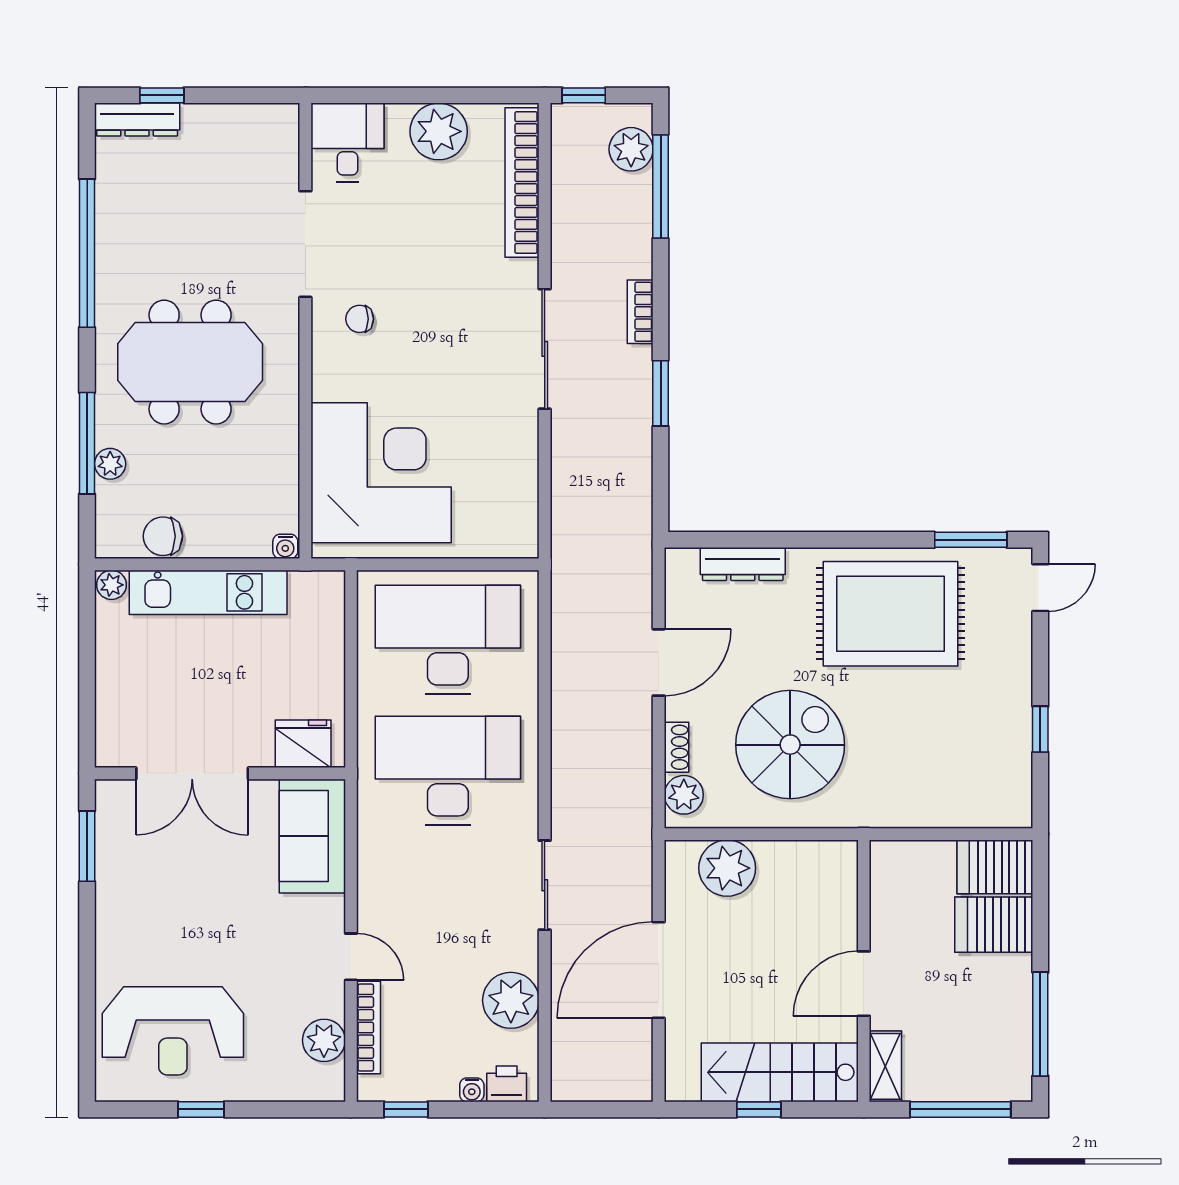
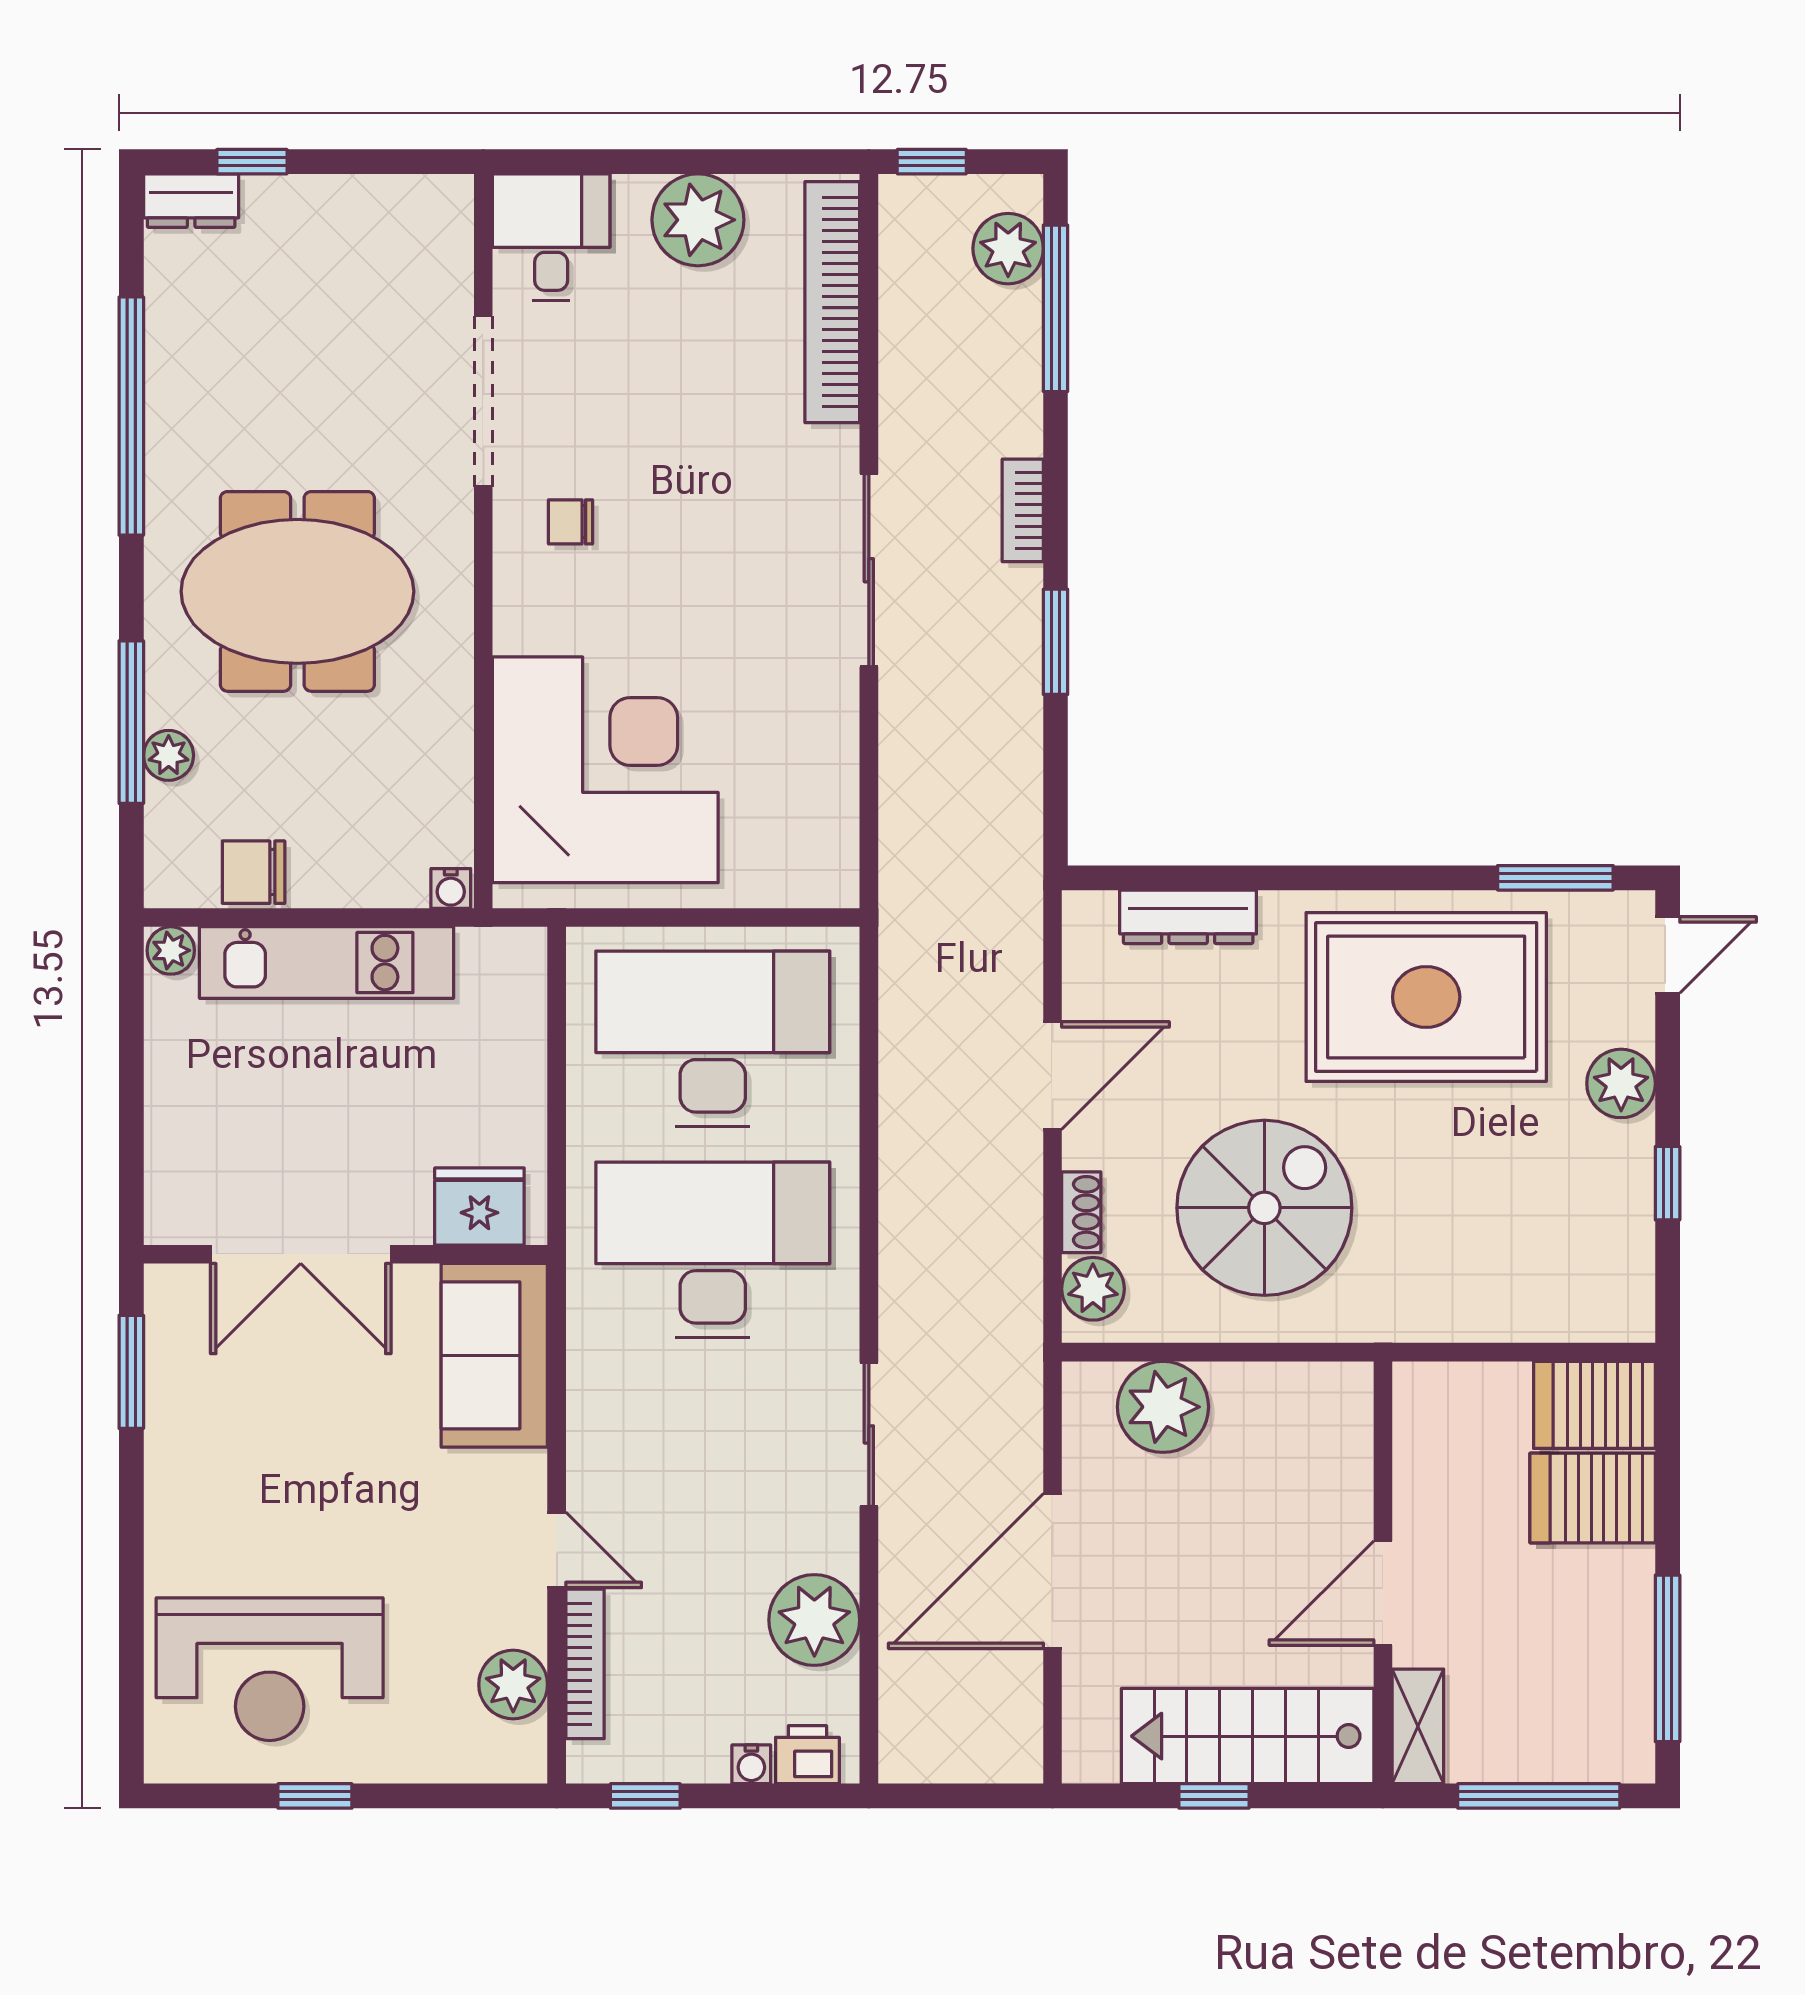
dresser: (137, 120) -> (191, 201), width x0.70
plant: (1011, 667) -> (1621, 1083), added

